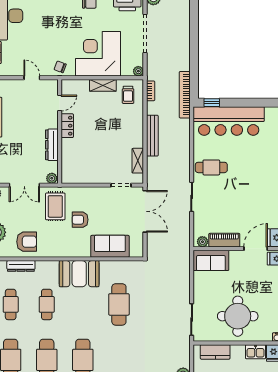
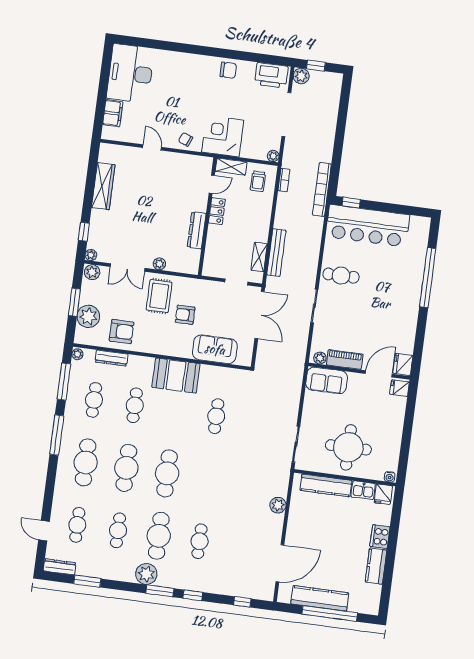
corner desk: (98, 54) -> (223, 136), width x0.74, depth x0.74
door: (60, 103) -> (212, 184), moved
locker: (67, 126) -> (217, 211), moved
wall: (60, 131) -> (207, 216), moved
bench: (152, 136) -> (276, 253), moved
dresser: (52, 145) -> (197, 230), moved
cafe table: (119, 304) -> (216, 416), width x0.73, depth x0.74
kitchen counter: (215, 352) -> (326, 485), width x1.50

